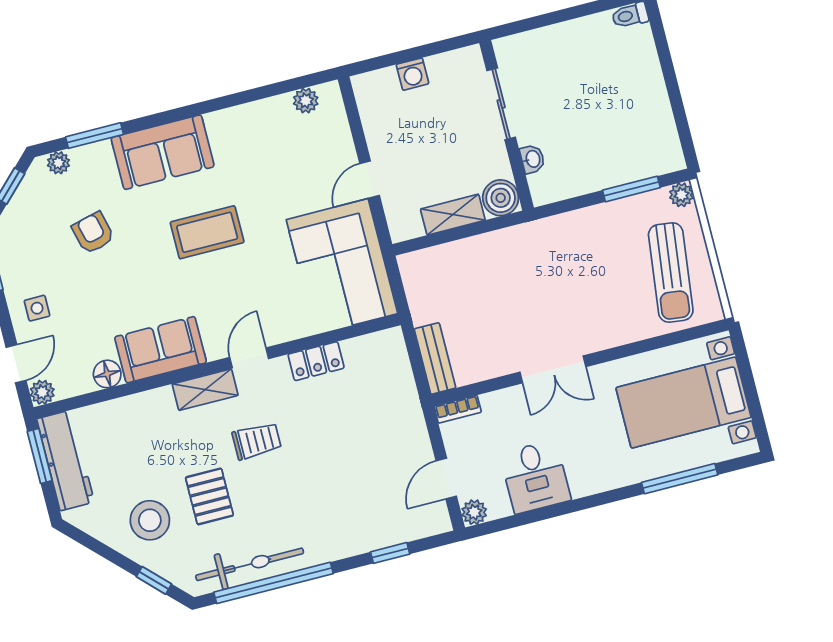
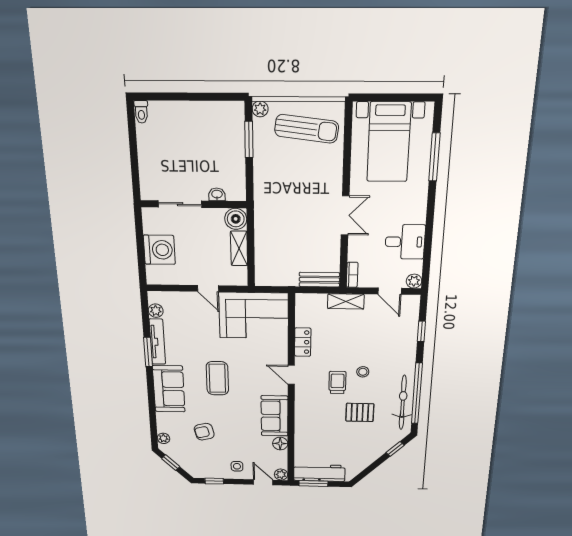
washing machine: (413, 74) -> (159, 250), width x1.89, depth x1.89
tv unit: (249, 114) -> (157, 342), added
window: (95, 136) -> (148, 352), moved
shelving: (205, 390) -> (346, 301), moved, turned 90
stool: (150, 520) -> (363, 372), moved, width x0.53, depth x0.53

